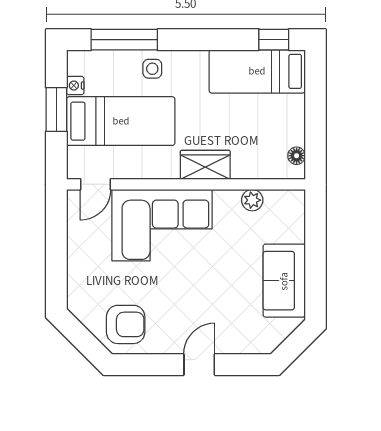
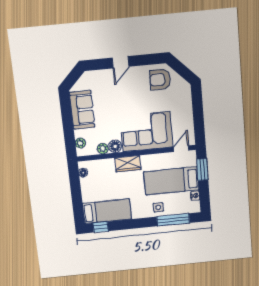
window: (56, 110) -> (202, 169), moved
floor lamp: (227, 202) -> (115, 146), added
plant: (295, 216) -> (80, 143), added

